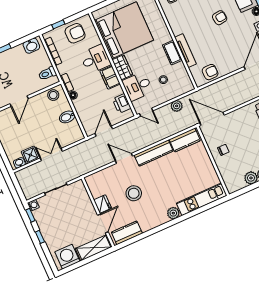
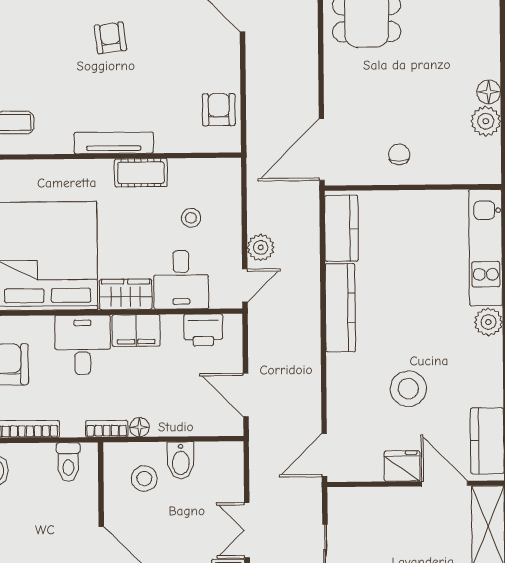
tv unit: (185, 51) -> (114, 143), moved
stool: (53, 95) -> (144, 479), moved
plant: (177, 106) -> (261, 247), moved
door: (124, 158) -> (324, 455), moved

